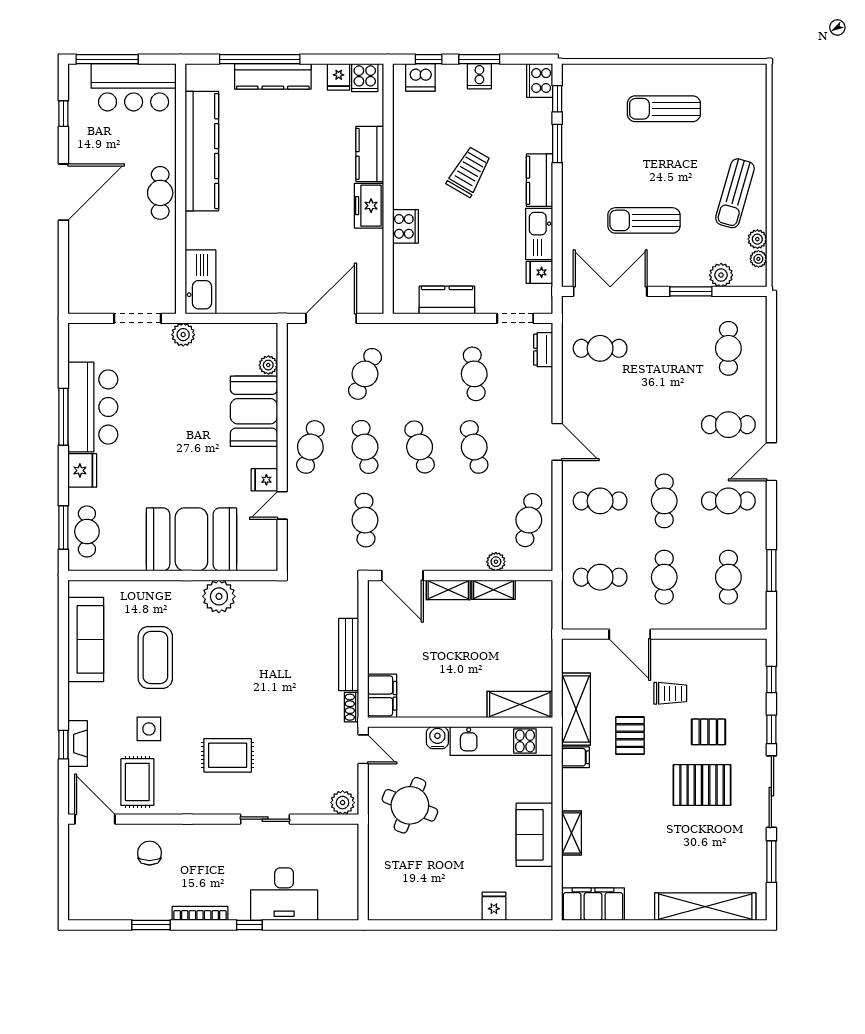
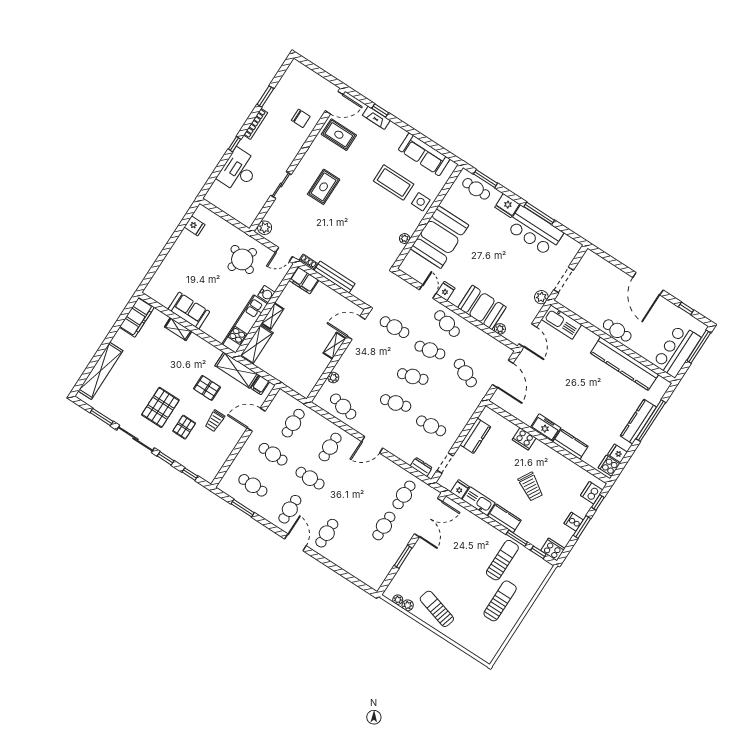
sun lounger: (644, 220) -> (502, 560), moved
plant: (721, 275) -> (402, 576), removed
door: (252, 318) -> (528, 335), added
cafe table: (728, 348) -> (384, 526), moved, turned 90
shelving: (494, 590) -> (273, 316), moved
plant: (219, 596) -> (405, 239), width x0.53, depth x0.53
side table: (149, 729) -> (421, 202), moved
filing cabinet: (576, 757) -> (260, 385), moved
fridge: (494, 906) -> (195, 226), moved

